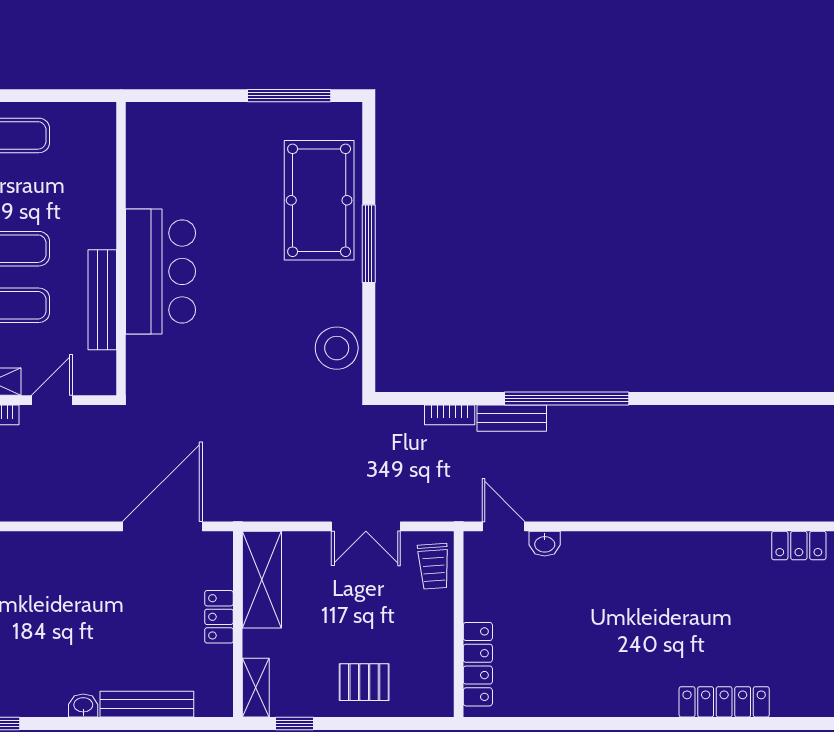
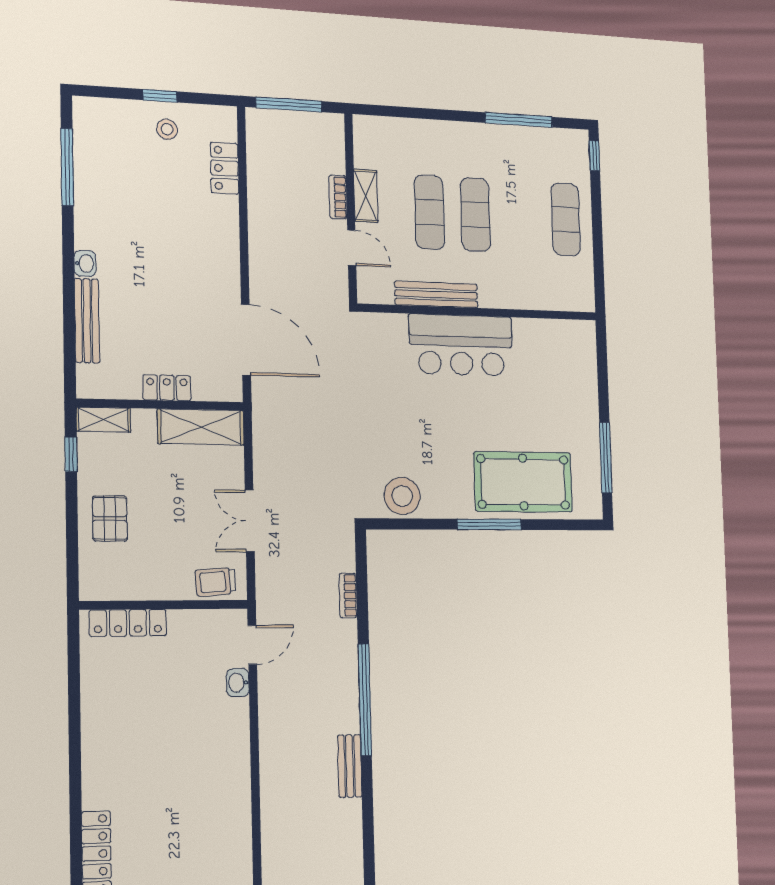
bench: (512, 418) -> (350, 766), moved

